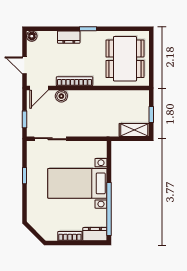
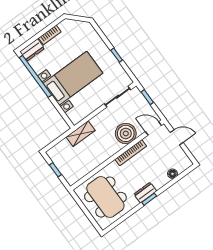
floor lamp: (32, 36) -> (172, 174), moved
dresser: (69, 37) -> (145, 193), moved
door: (39, 88) -> (153, 128), hinge flipped
boiler: (61, 96) -> (126, 133), width x1.86, depth x1.86
shelving: (134, 130) -> (81, 134), moved

